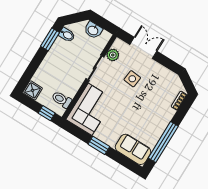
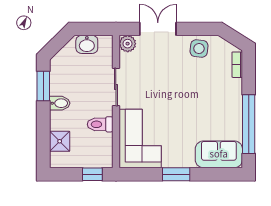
bidet: (67, 35) -> (60, 103), moved
plant: (113, 55) -> (128, 44), moved
side table: (132, 79) -> (199, 49), moved
shower: (33, 90) -> (60, 141), moved
toilet: (62, 100) -> (100, 124), moved

